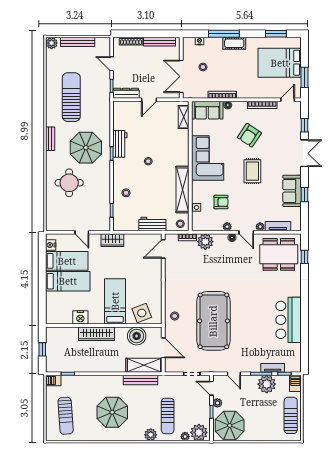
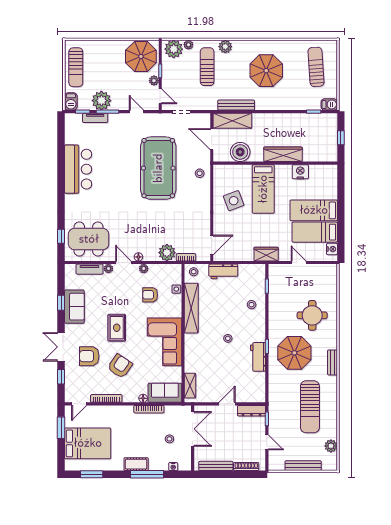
plant: (52, 43) -> (331, 446), moved
armchair: (278, 145) -> (89, 356), added
side table: (142, 313) -> (234, 201), moved

